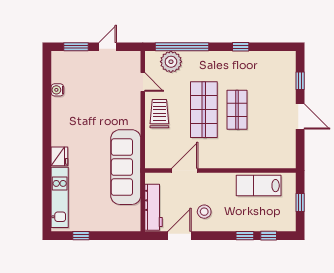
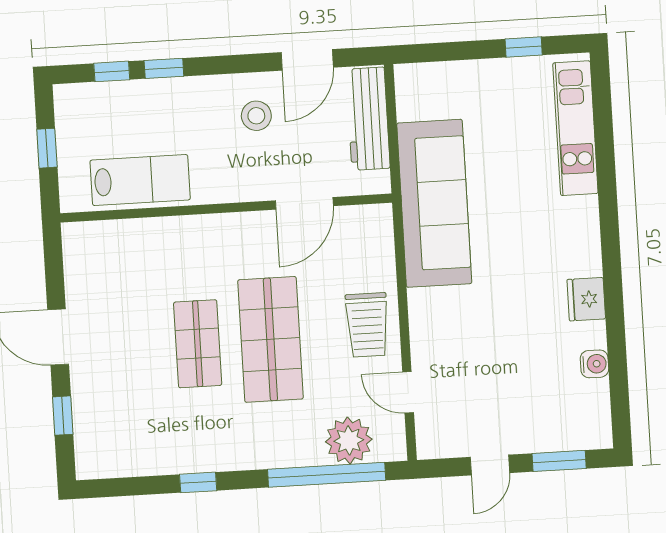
fridge: (59, 156) -> (586, 299), moved

